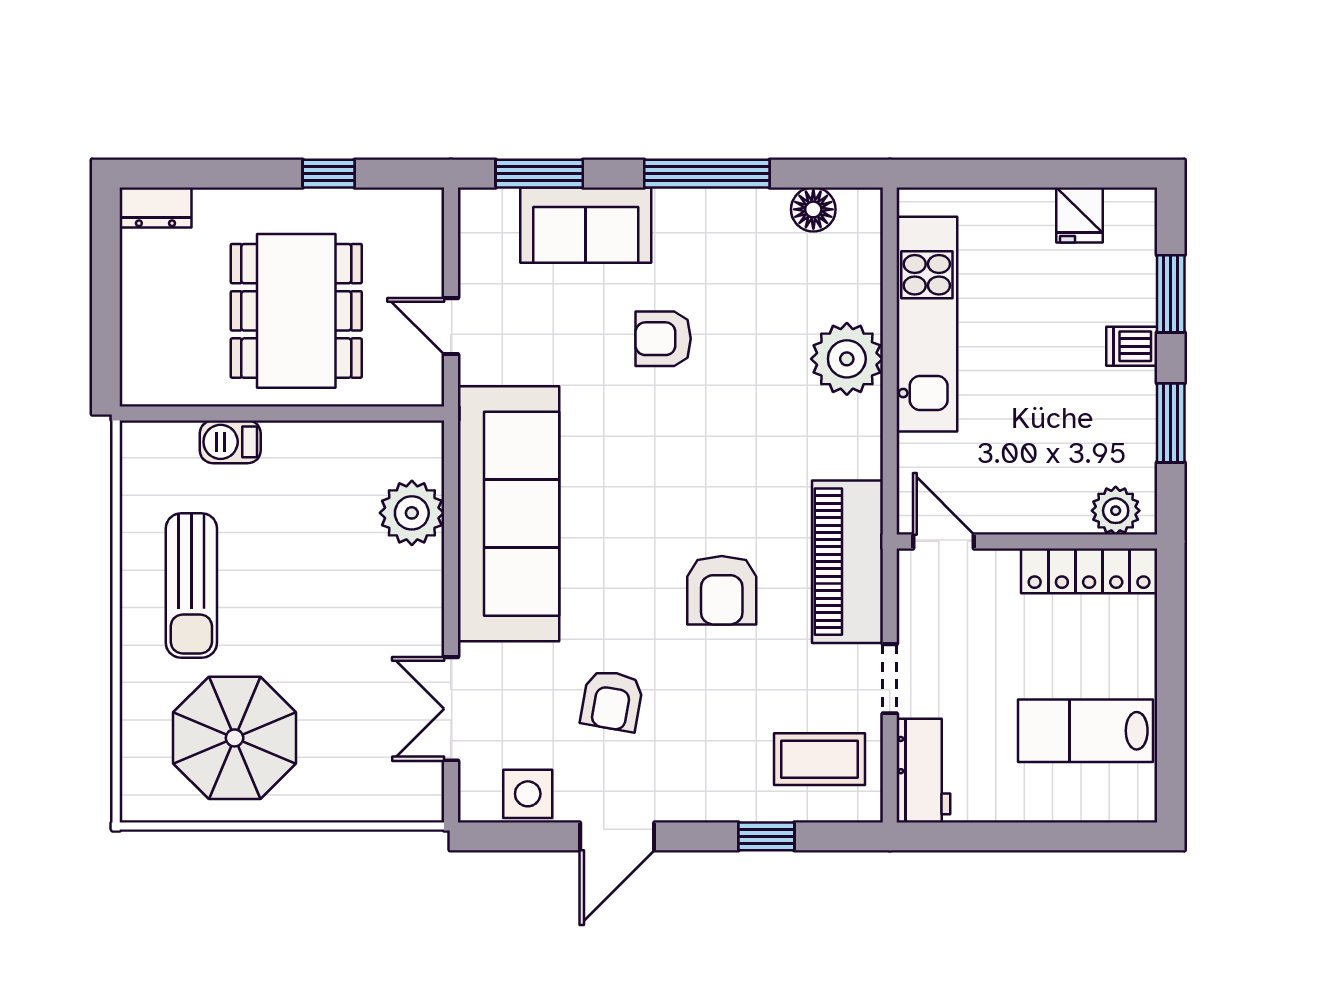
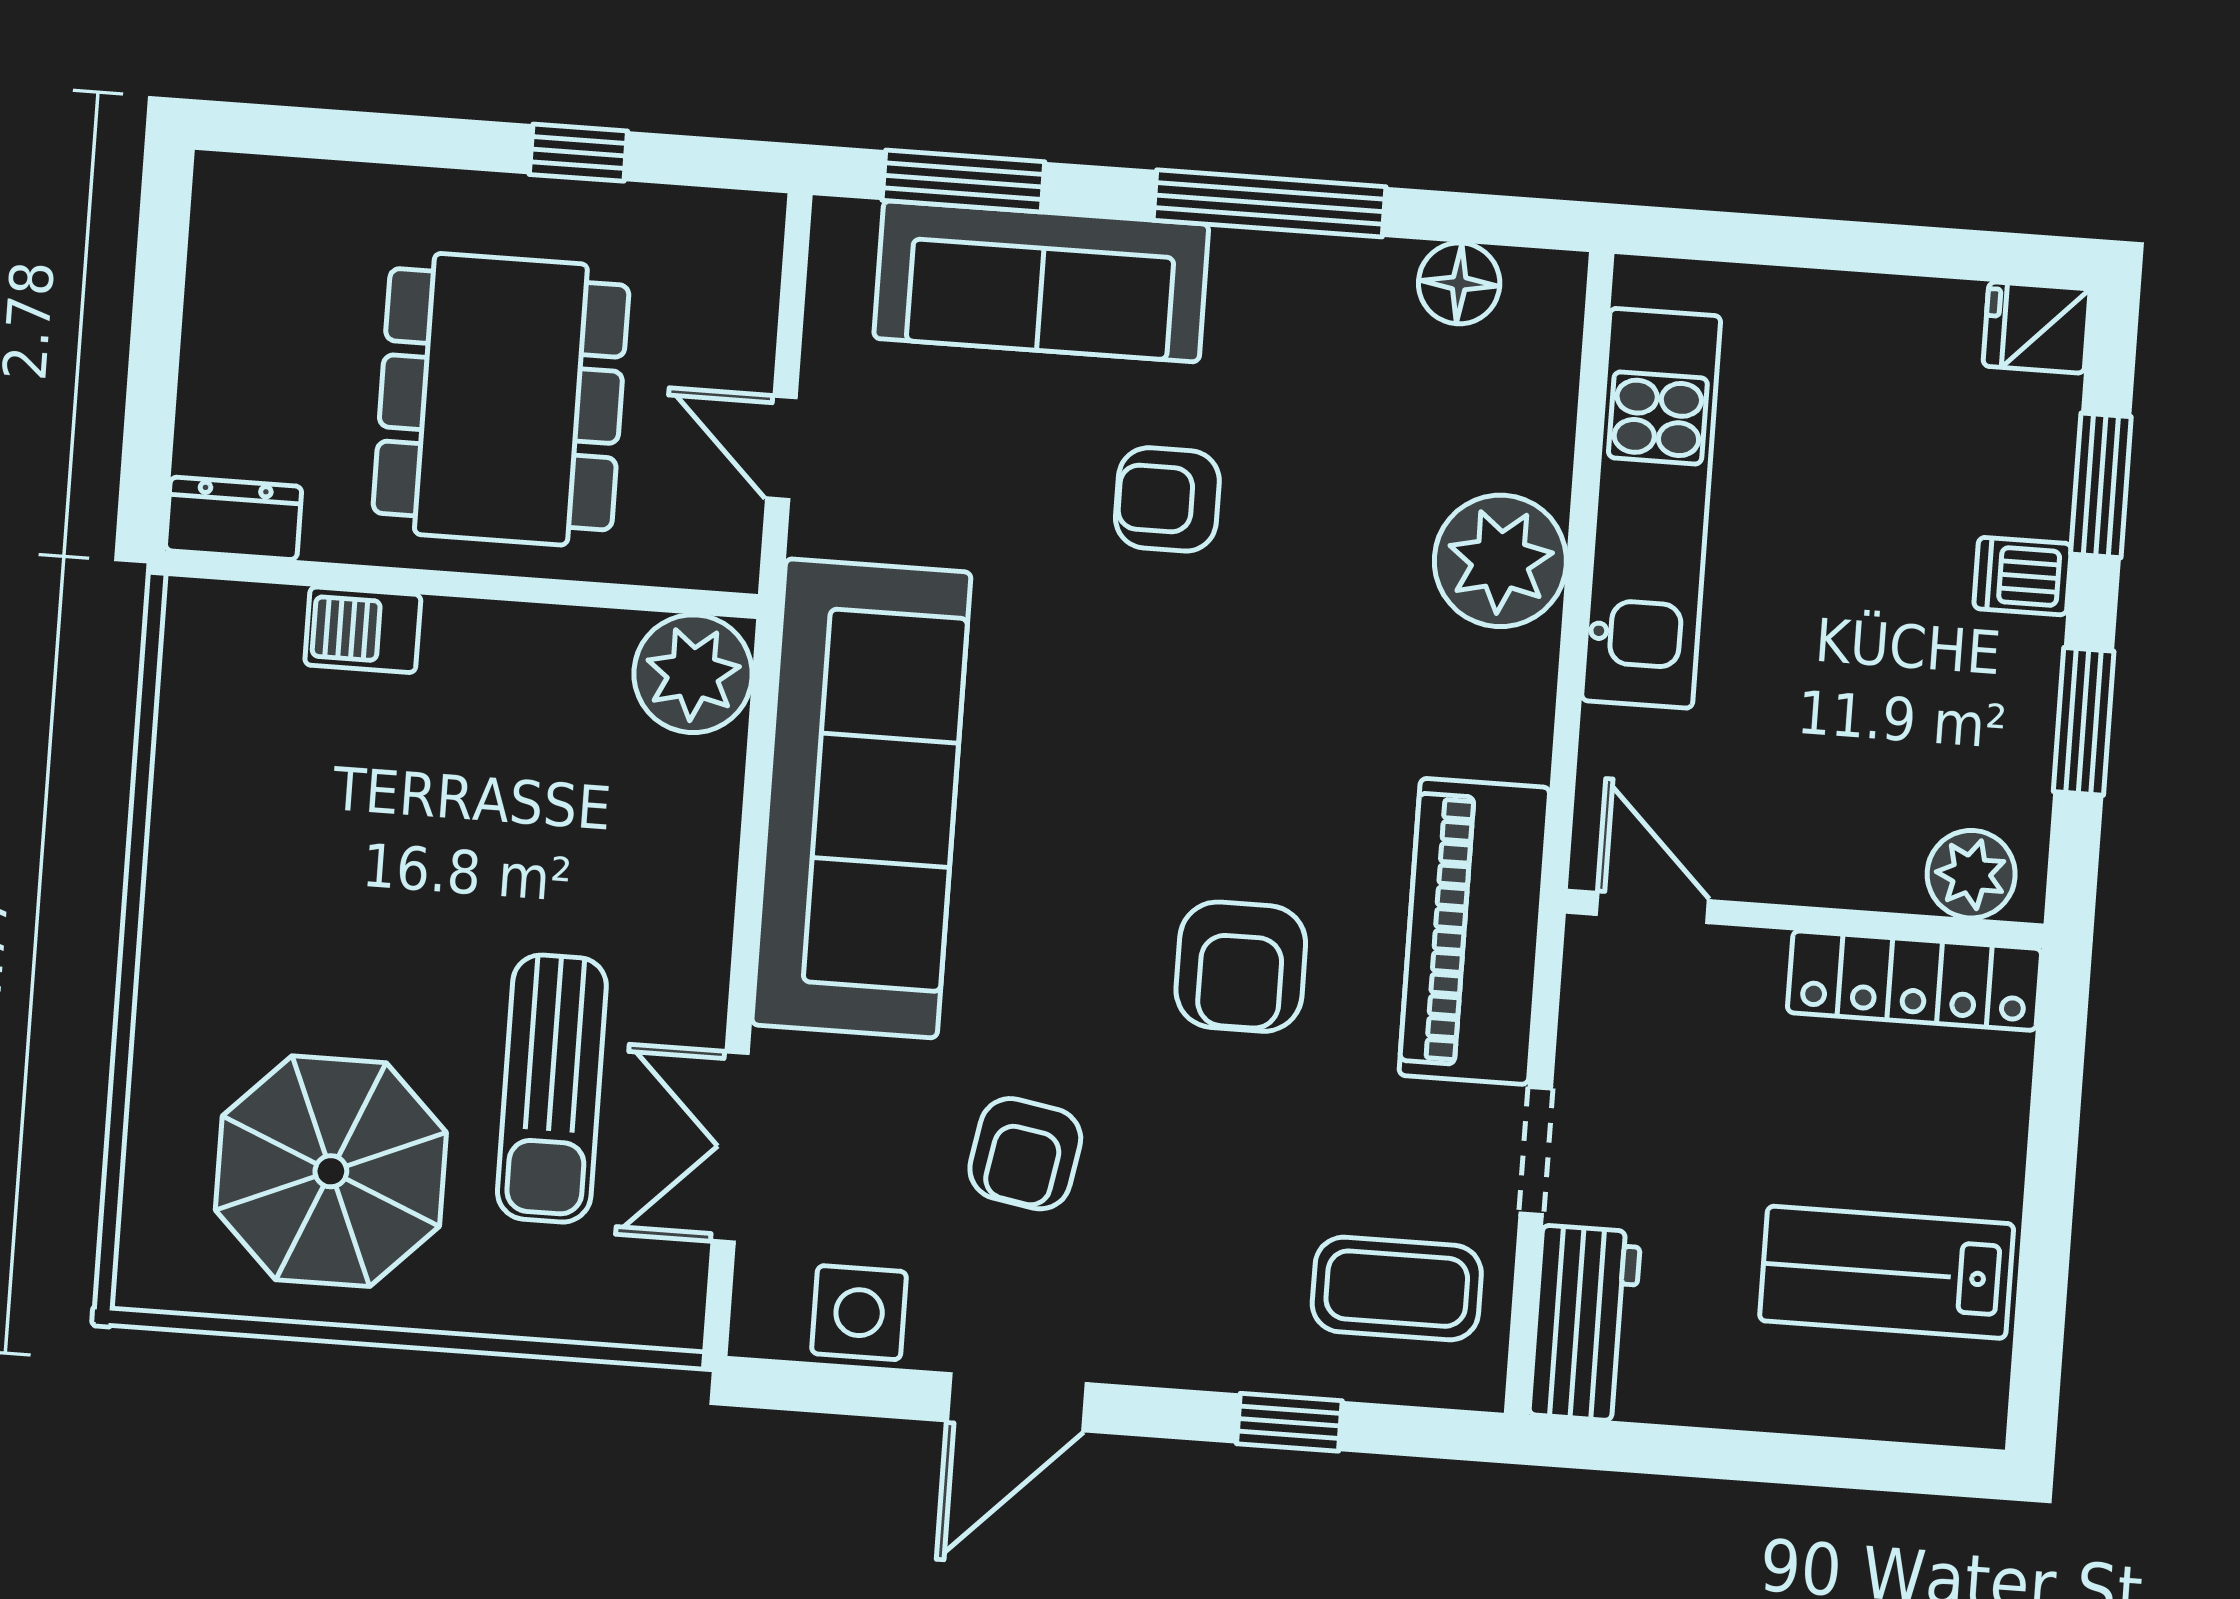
dresser: (155, 207) -> (234, 518), moved, turned 180
fridge: (1080, 215) -> (2037, 328), moved, turned 90
sofa: (586, 225) -> (1041, 281), width x1.36
plant: (412, 513) -> (693, 674), moved
sun lounger: (191, 586) -> (552, 1089), moved

